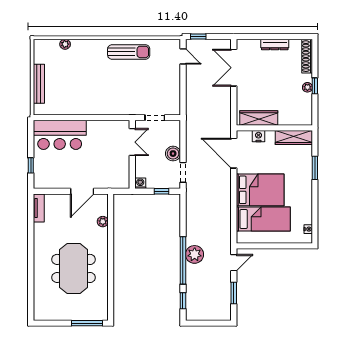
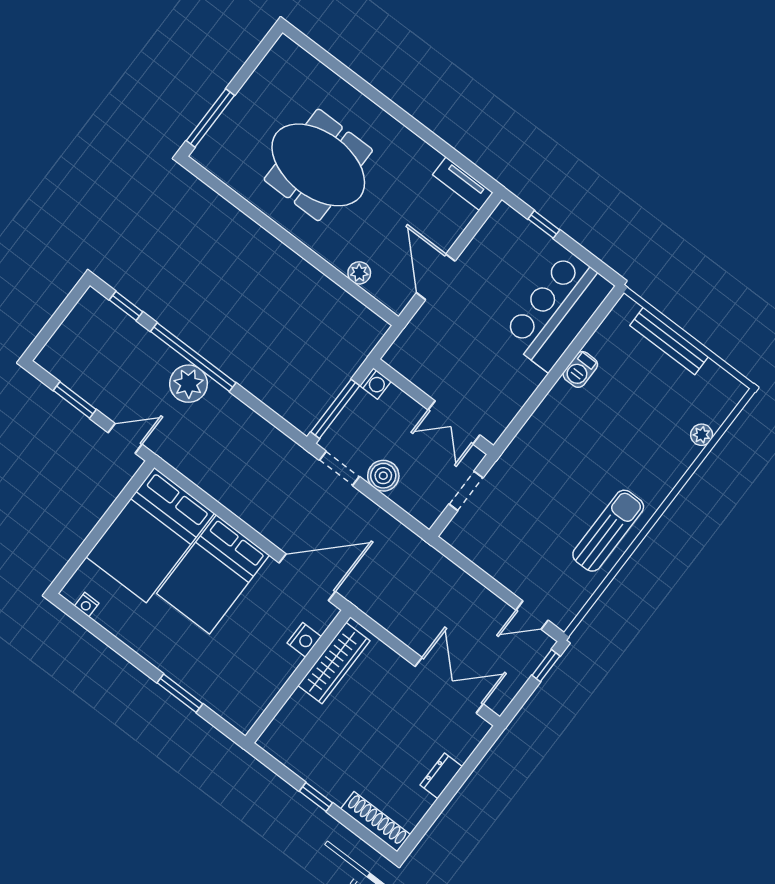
dresser: (275, 44) -> (441, 776), width x0.70
sun lounger: (129, 52) -> (608, 531), turned 180
plant: (307, 87) -> (323, 783), removed
barbecue: (75, 109) -> (580, 369), added
wardrobe: (294, 138) -> (257, 697), removed
window: (162, 191) -> (335, 409), width x2.17
bed: (263, 219) -> (150, 535), width x1.50
door: (234, 263) -> (125, 438), swing flipped

